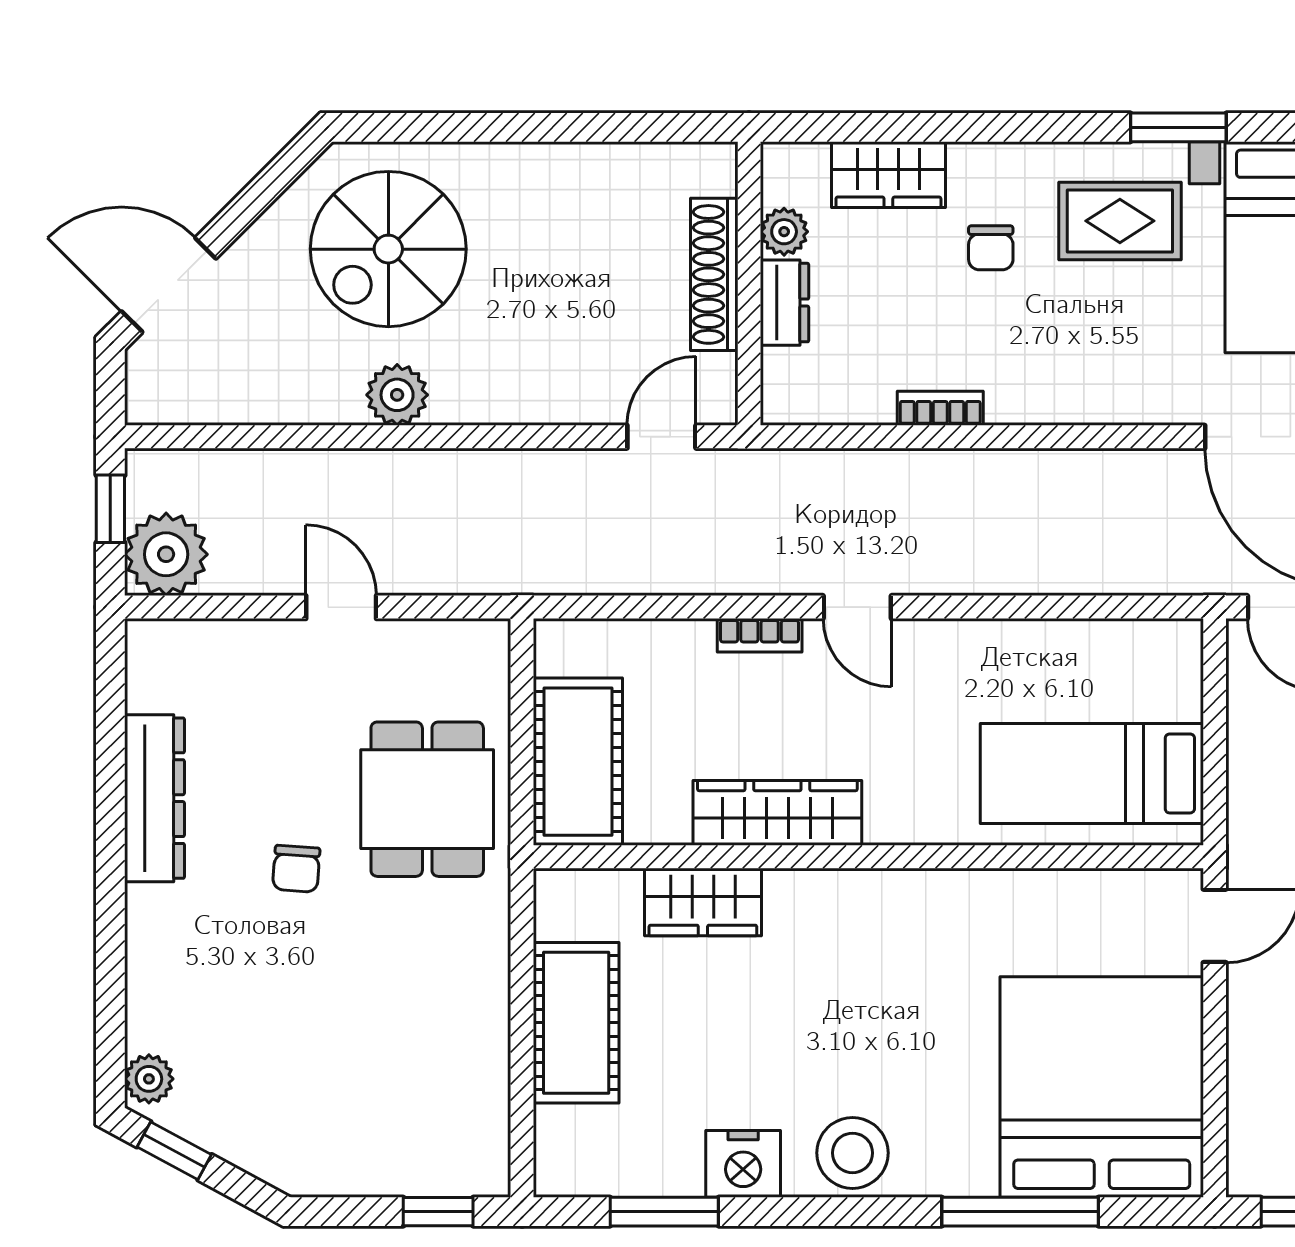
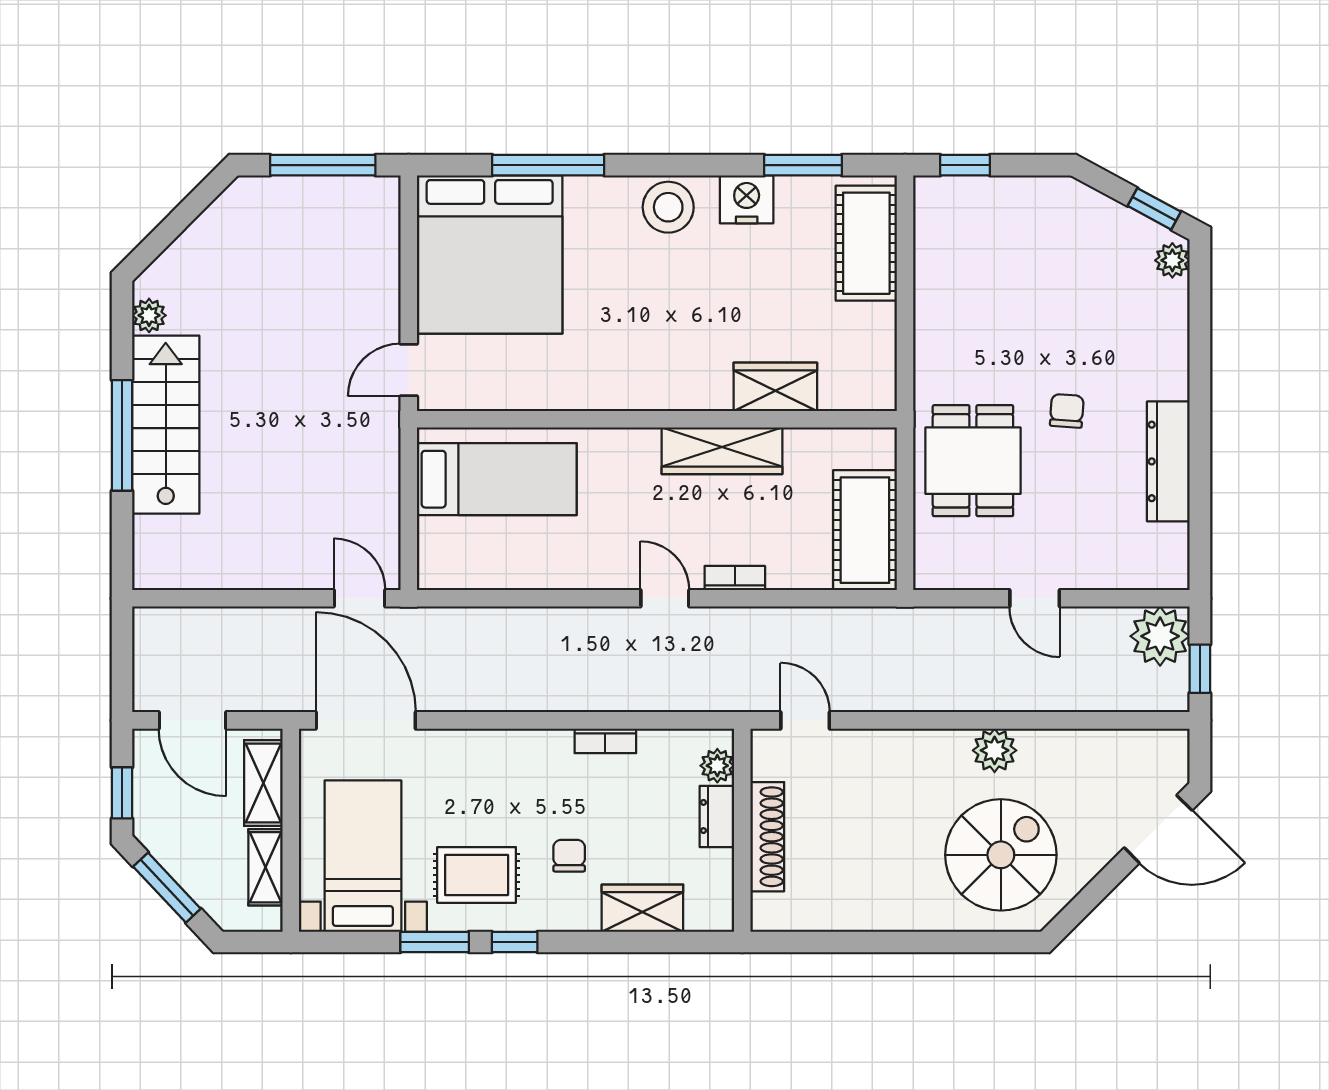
window: (1067, 127) -> (515, 942), added
plant: (784, 232) -> (717, 766), moved
door: (661, 437) -> (805, 720), swing flipped
cot: (578, 762) -> (865, 530), moved
cot: (576, 1023) -> (866, 243), moved

